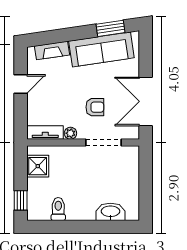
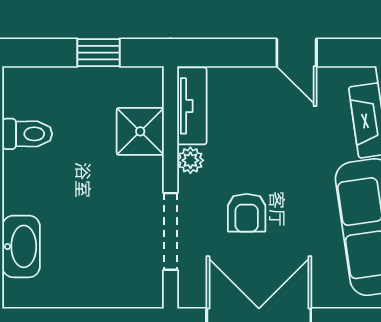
shower: (38, 166) -> (140, 131), moved
window: (21, 200) -> (99, 53), moved

